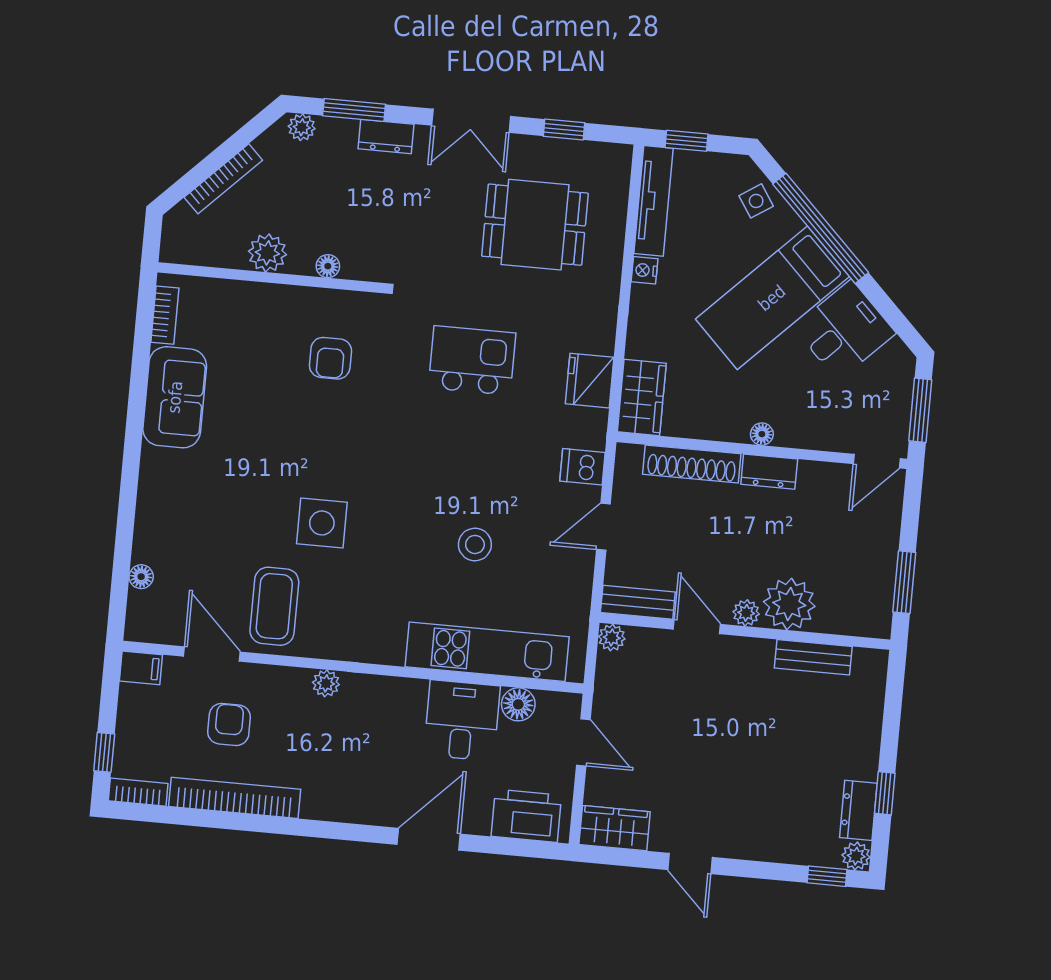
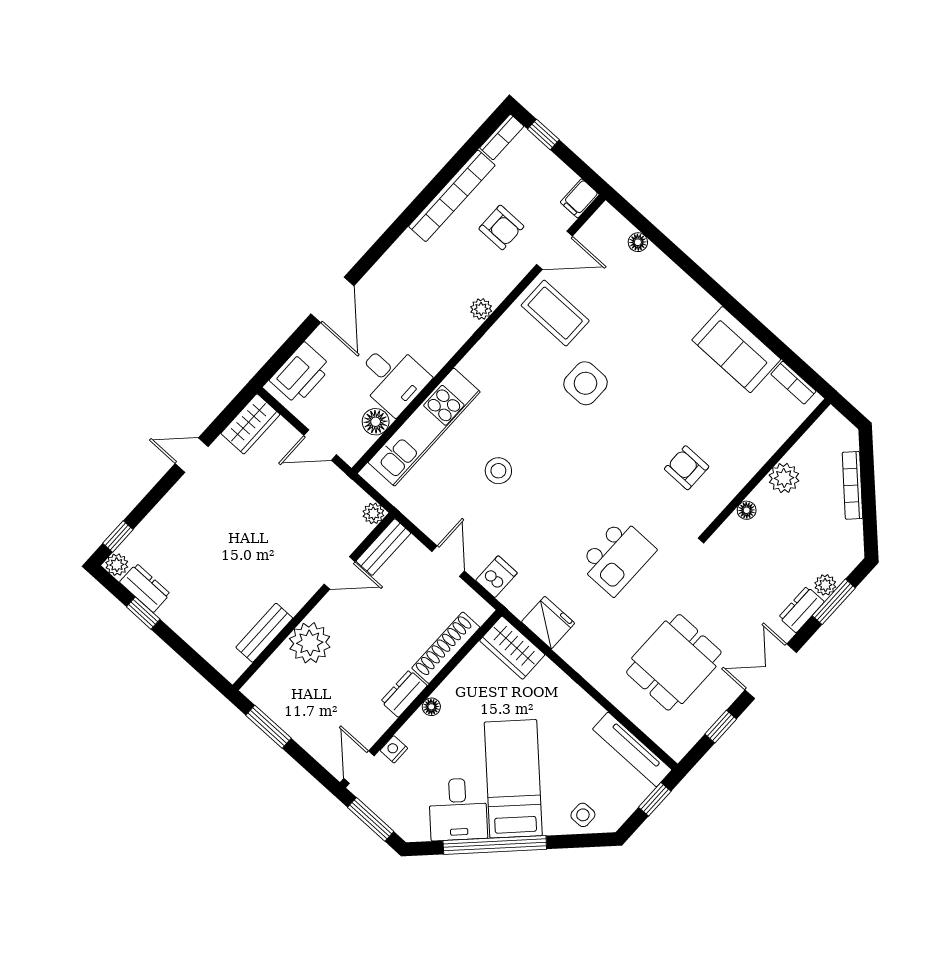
plant: (302, 127) -> (825, 585), moved
side table: (756, 201) -> (583, 815), turned 33
window: (821, 228) -> (495, 845), moved
nightstand: (644, 270) -> (394, 749), moved, turned -90
plant: (746, 613) -> (325, 611), removed

